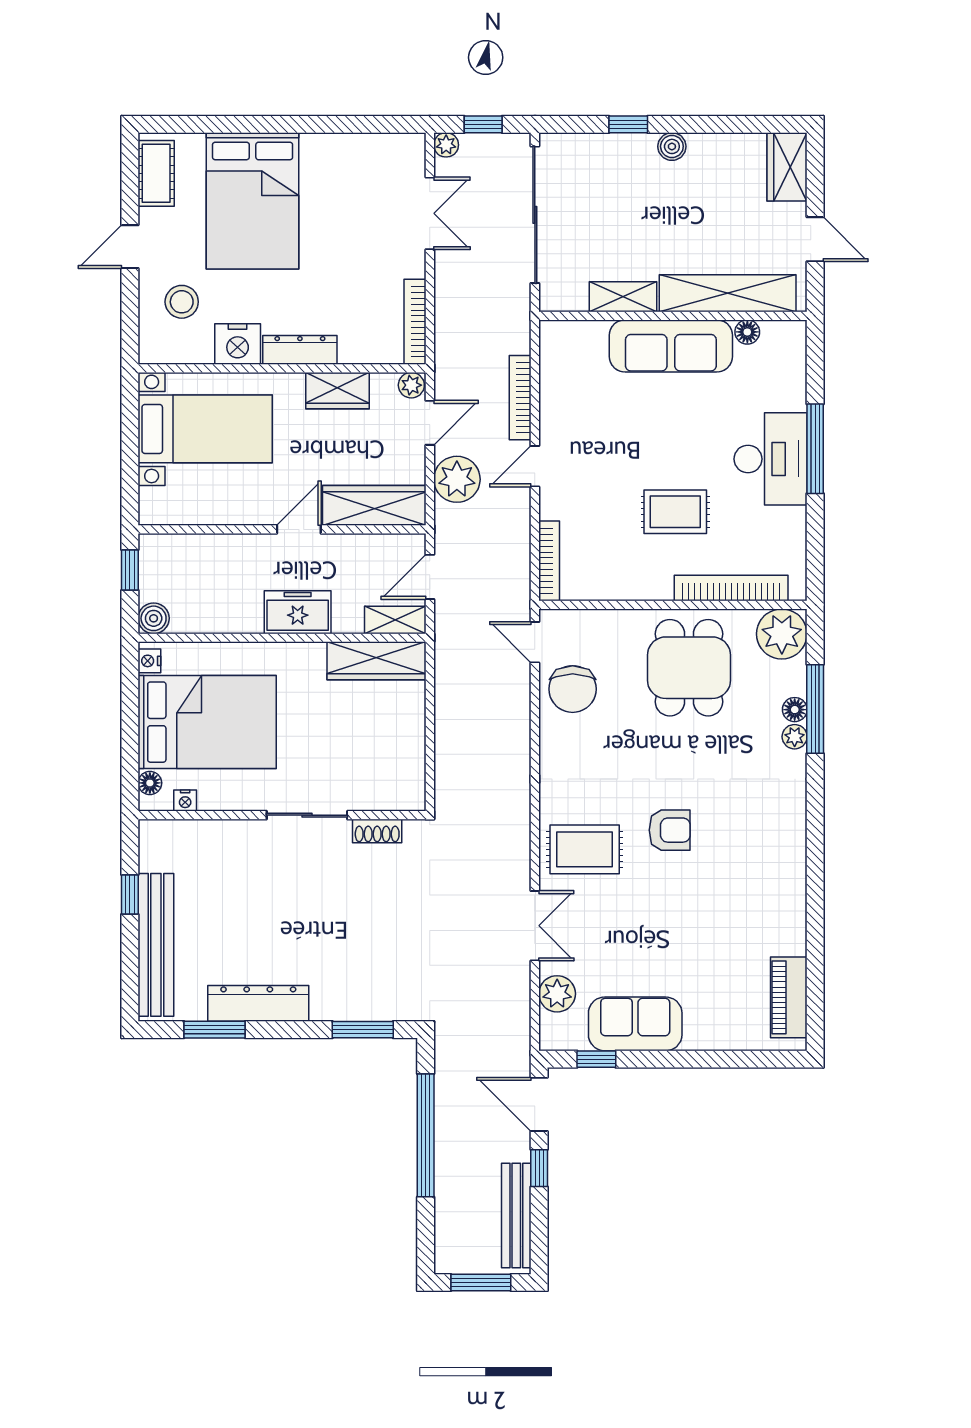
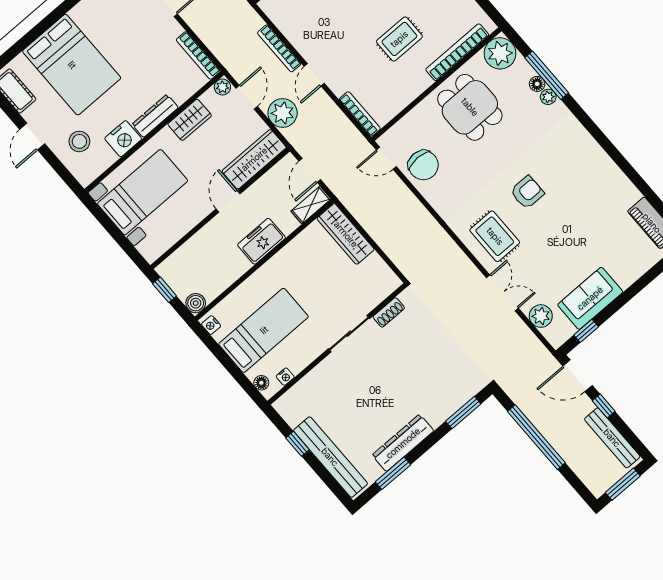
wardrobe: (377, 661) -> (346, 234), moved, turned 90
bed: (207, 722) -> (264, 330), width x0.67
rug: (585, 849) -> (495, 236), turned 90

